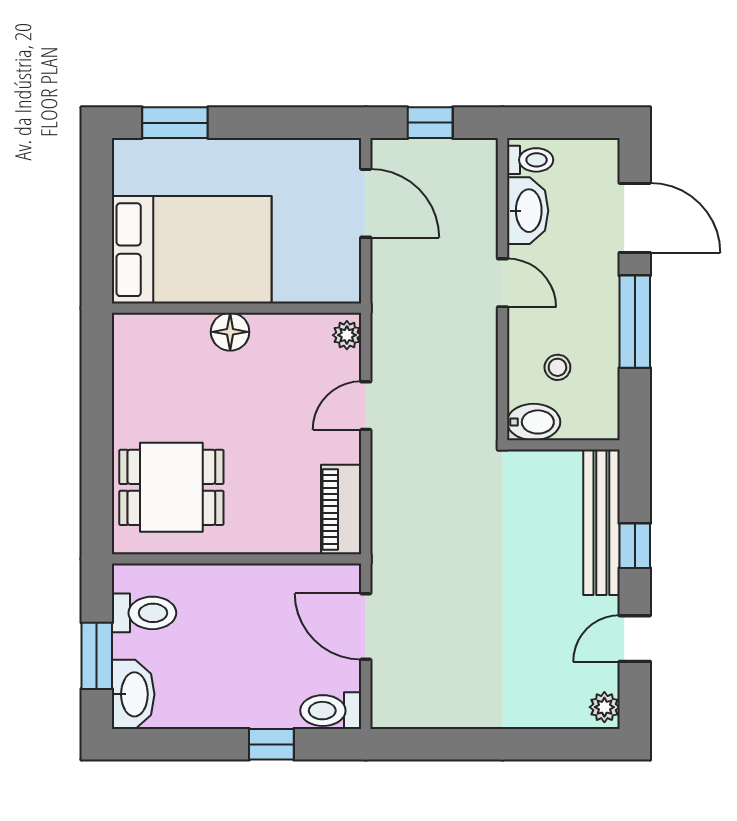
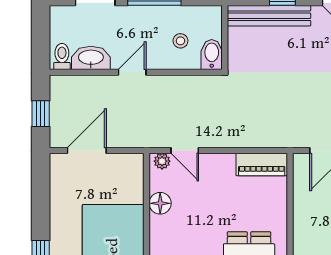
floor lamp: (230, 332) -> (160, 203), moved
door: (366, 406) -> (185, 150), moved

